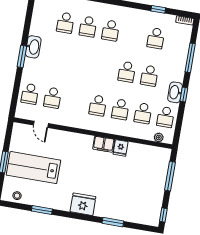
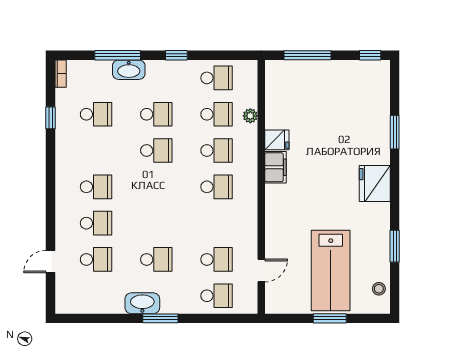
school desk: (59, 60) -> (156, 259), added
washbasin: (175, 92) -> (129, 70), moved
plant: (159, 137) -> (250, 116), moved

